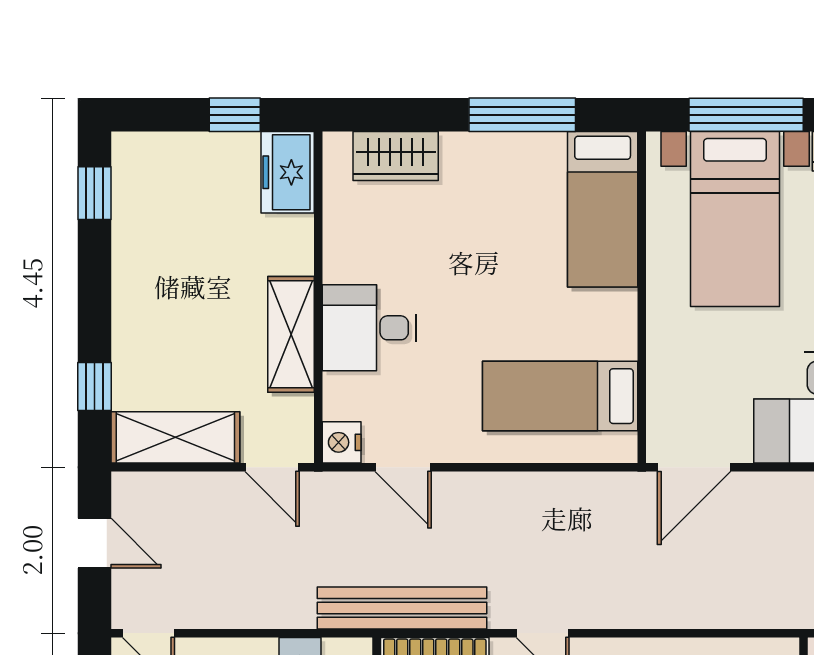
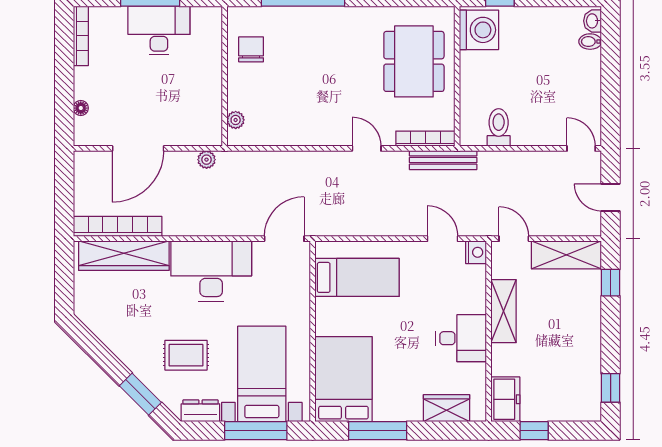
bed: (603, 209) -> (343, 379), width x1.50
desk: (369, 328) -> (461, 338), moved
bench: (402, 608) -> (443, 160), width x0.73, depth x0.82

